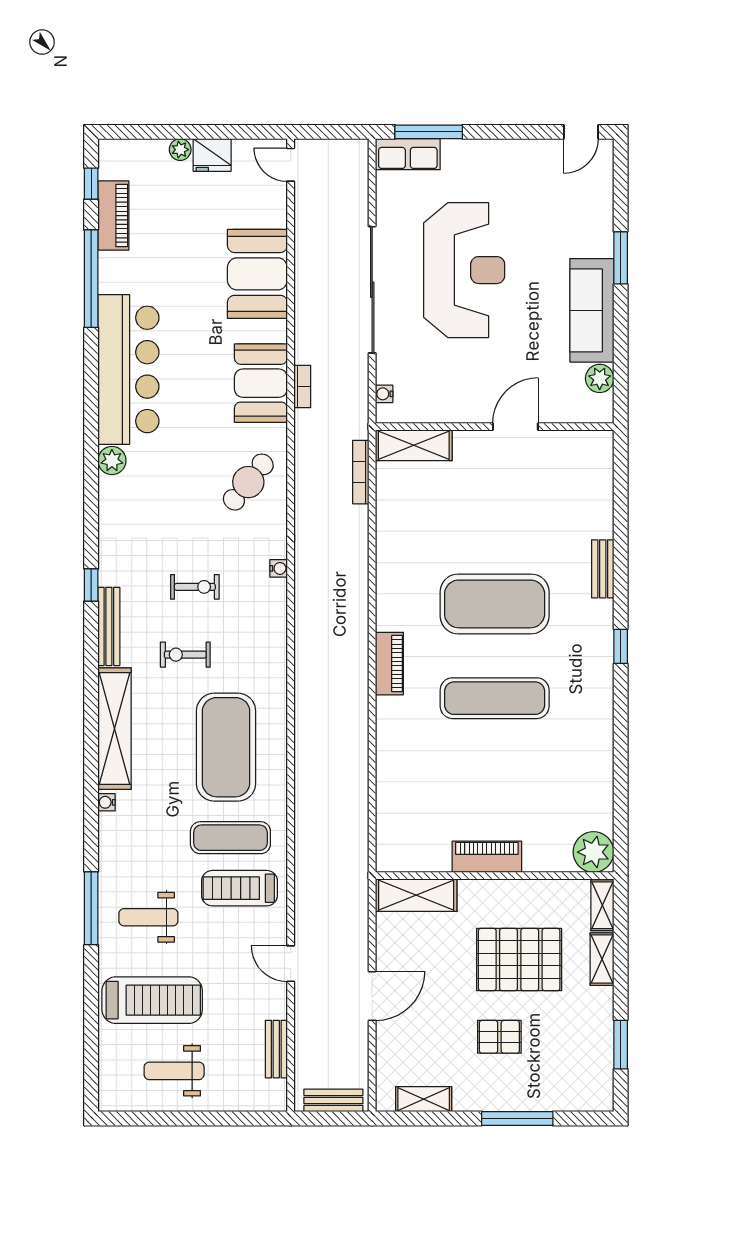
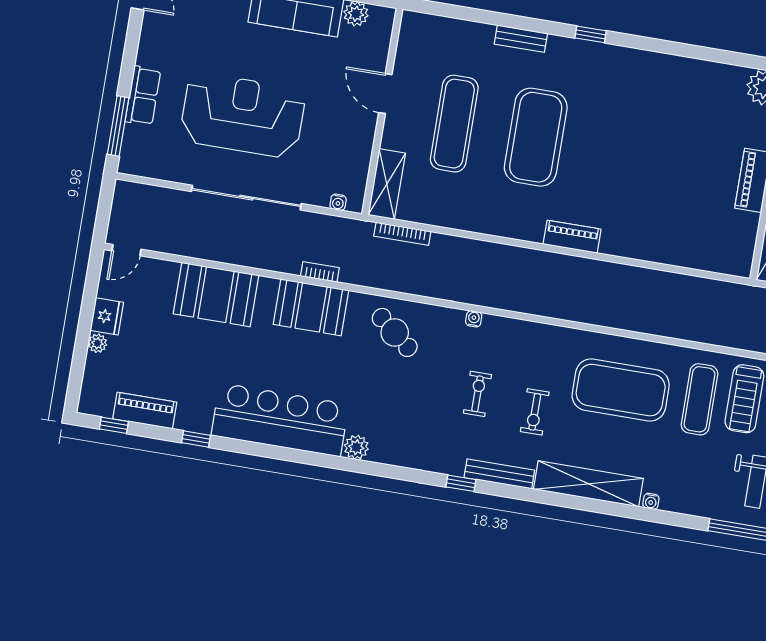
row of seats: (408, 154) -> (143, 96), moved
window: (91, 279) -> (196, 439), width x0.32
exercise mat: (495, 698) -> (454, 124), moved

